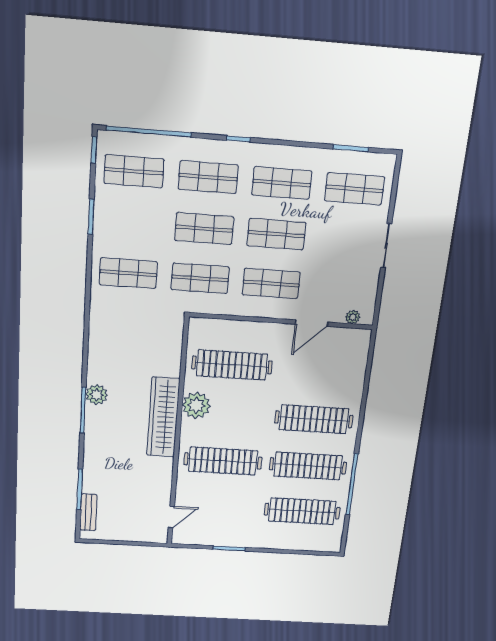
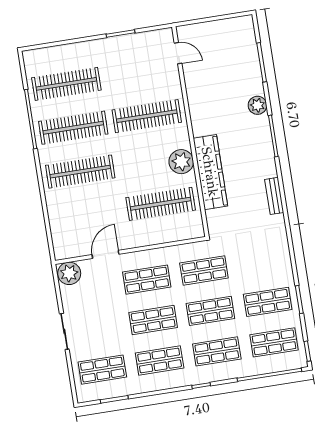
shop shelf: (128, 273) -> (268, 302), moved
plant: (353, 317) -> (69, 273), width x1.88, depth x1.88
plant: (97, 395) -> (257, 105), moved
wardrobe: (163, 417) -> (210, 172), moved
bench: (88, 512) -> (274, 196), moved
door: (171, 517) -> (178, 53), swing flipped

